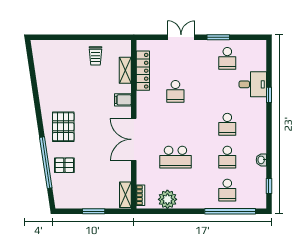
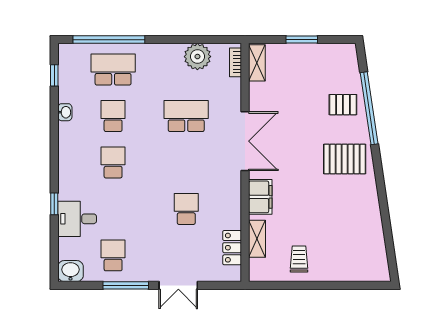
window: (218, 37) -> (126, 285), width x1.44
washbasin: (257, 47) -> (71, 271), added
locker: (143, 71) -> (232, 248), width x0.66
filing cabinet: (123, 100) -> (260, 197), width x2.00
pallet: (63, 127) -> (345, 159), turned 90
school desk: (227, 190) -> (113, 70), width x1.85

